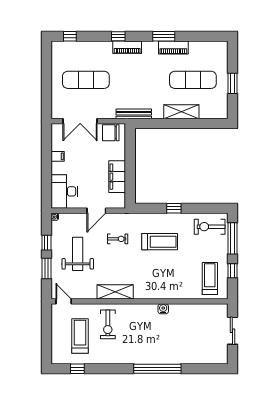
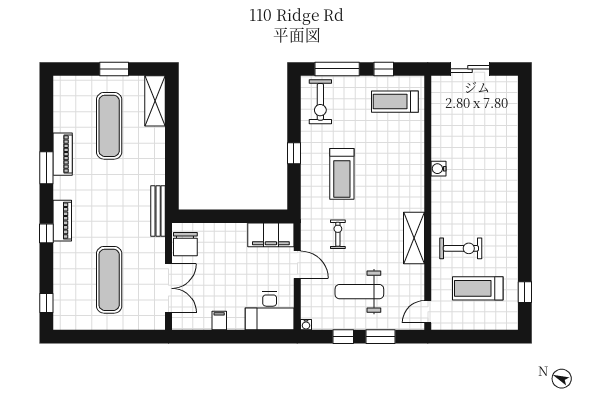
shelving: (181, 112) -> (155, 101), moved
filing cabinet: (117, 177) -> (271, 235), moved
treadmill: (160, 242) -> (342, 174), turned 180
window: (157, 369) -> (525, 177), removed

